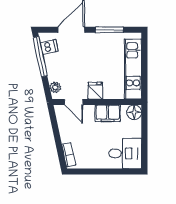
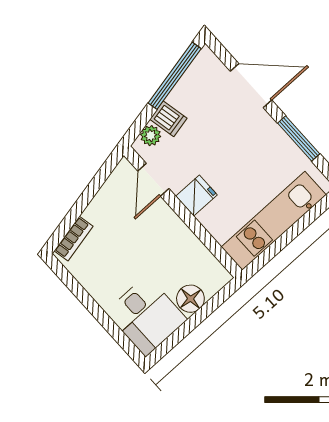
dishwasher: (49, 47) -> (168, 119), moved
floor lamp: (134, 112) -> (190, 299), moved
filing cabinet: (108, 113) -> (180, 241), removed

